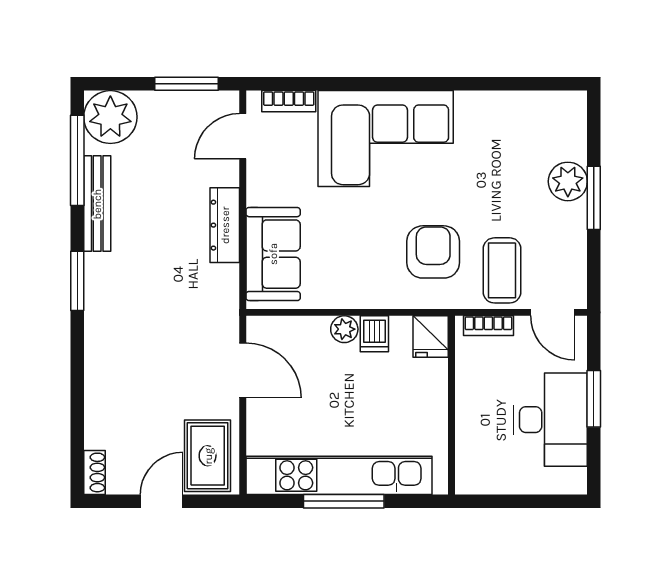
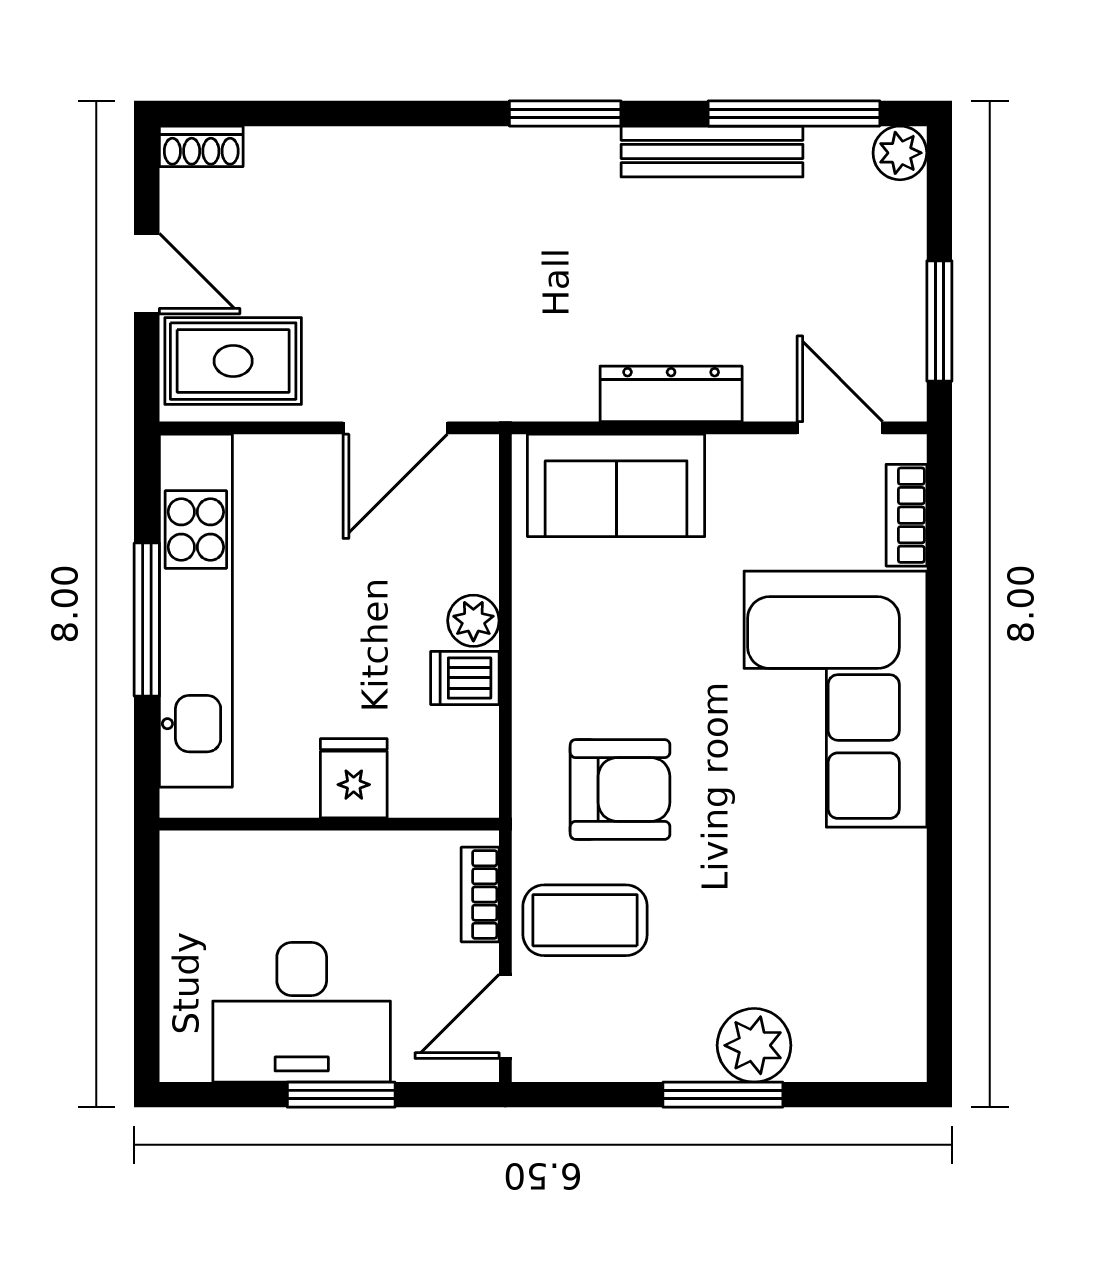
plant: (110, 117) -> (900, 153), width x0.53, depth x0.53
fridge: (431, 337) -> (354, 778), moved, turned 90

